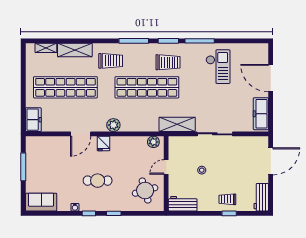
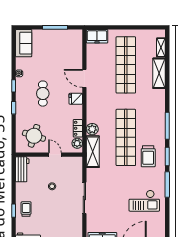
trolley: (111, 61) -> (149, 105), removed
shelving: (177, 124) -> (93, 152), moved
plant: (113, 125) -> (92, 129), moved
locker: (137, 141) -> (78, 128), added
round table: (145, 190) -> (34, 136), turned 33

